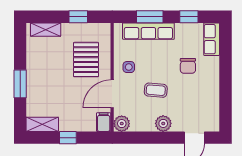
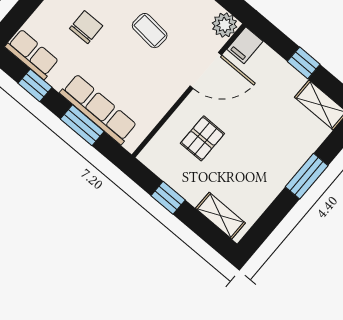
row of seats: (212, 39) -> (32, 54), moved, turned -90
pallet: (86, 60) -> (202, 138), width x0.67, depth x0.71
side table: (129, 67) -> (159, 86), removed

